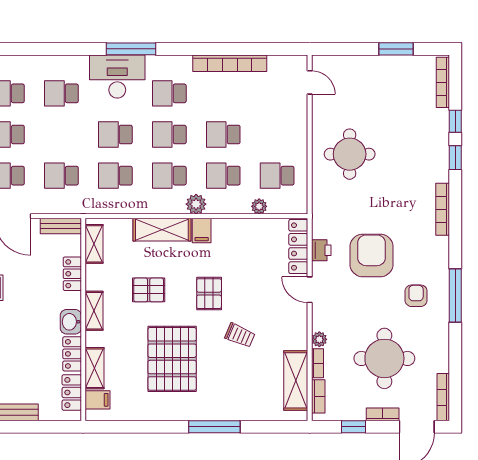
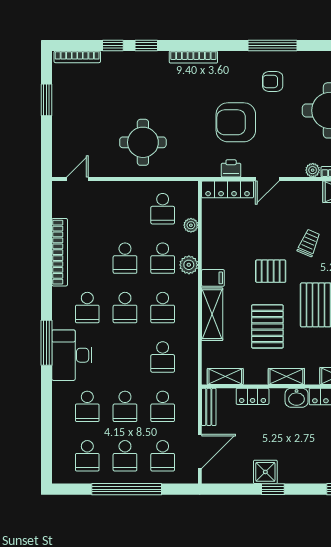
school desk: (115, 134) -> (125, 406), moved
plant: (196, 204) -> (189, 265), moved
pallet: (149, 290) -> (267, 326), width x1.50, depth x1.42

